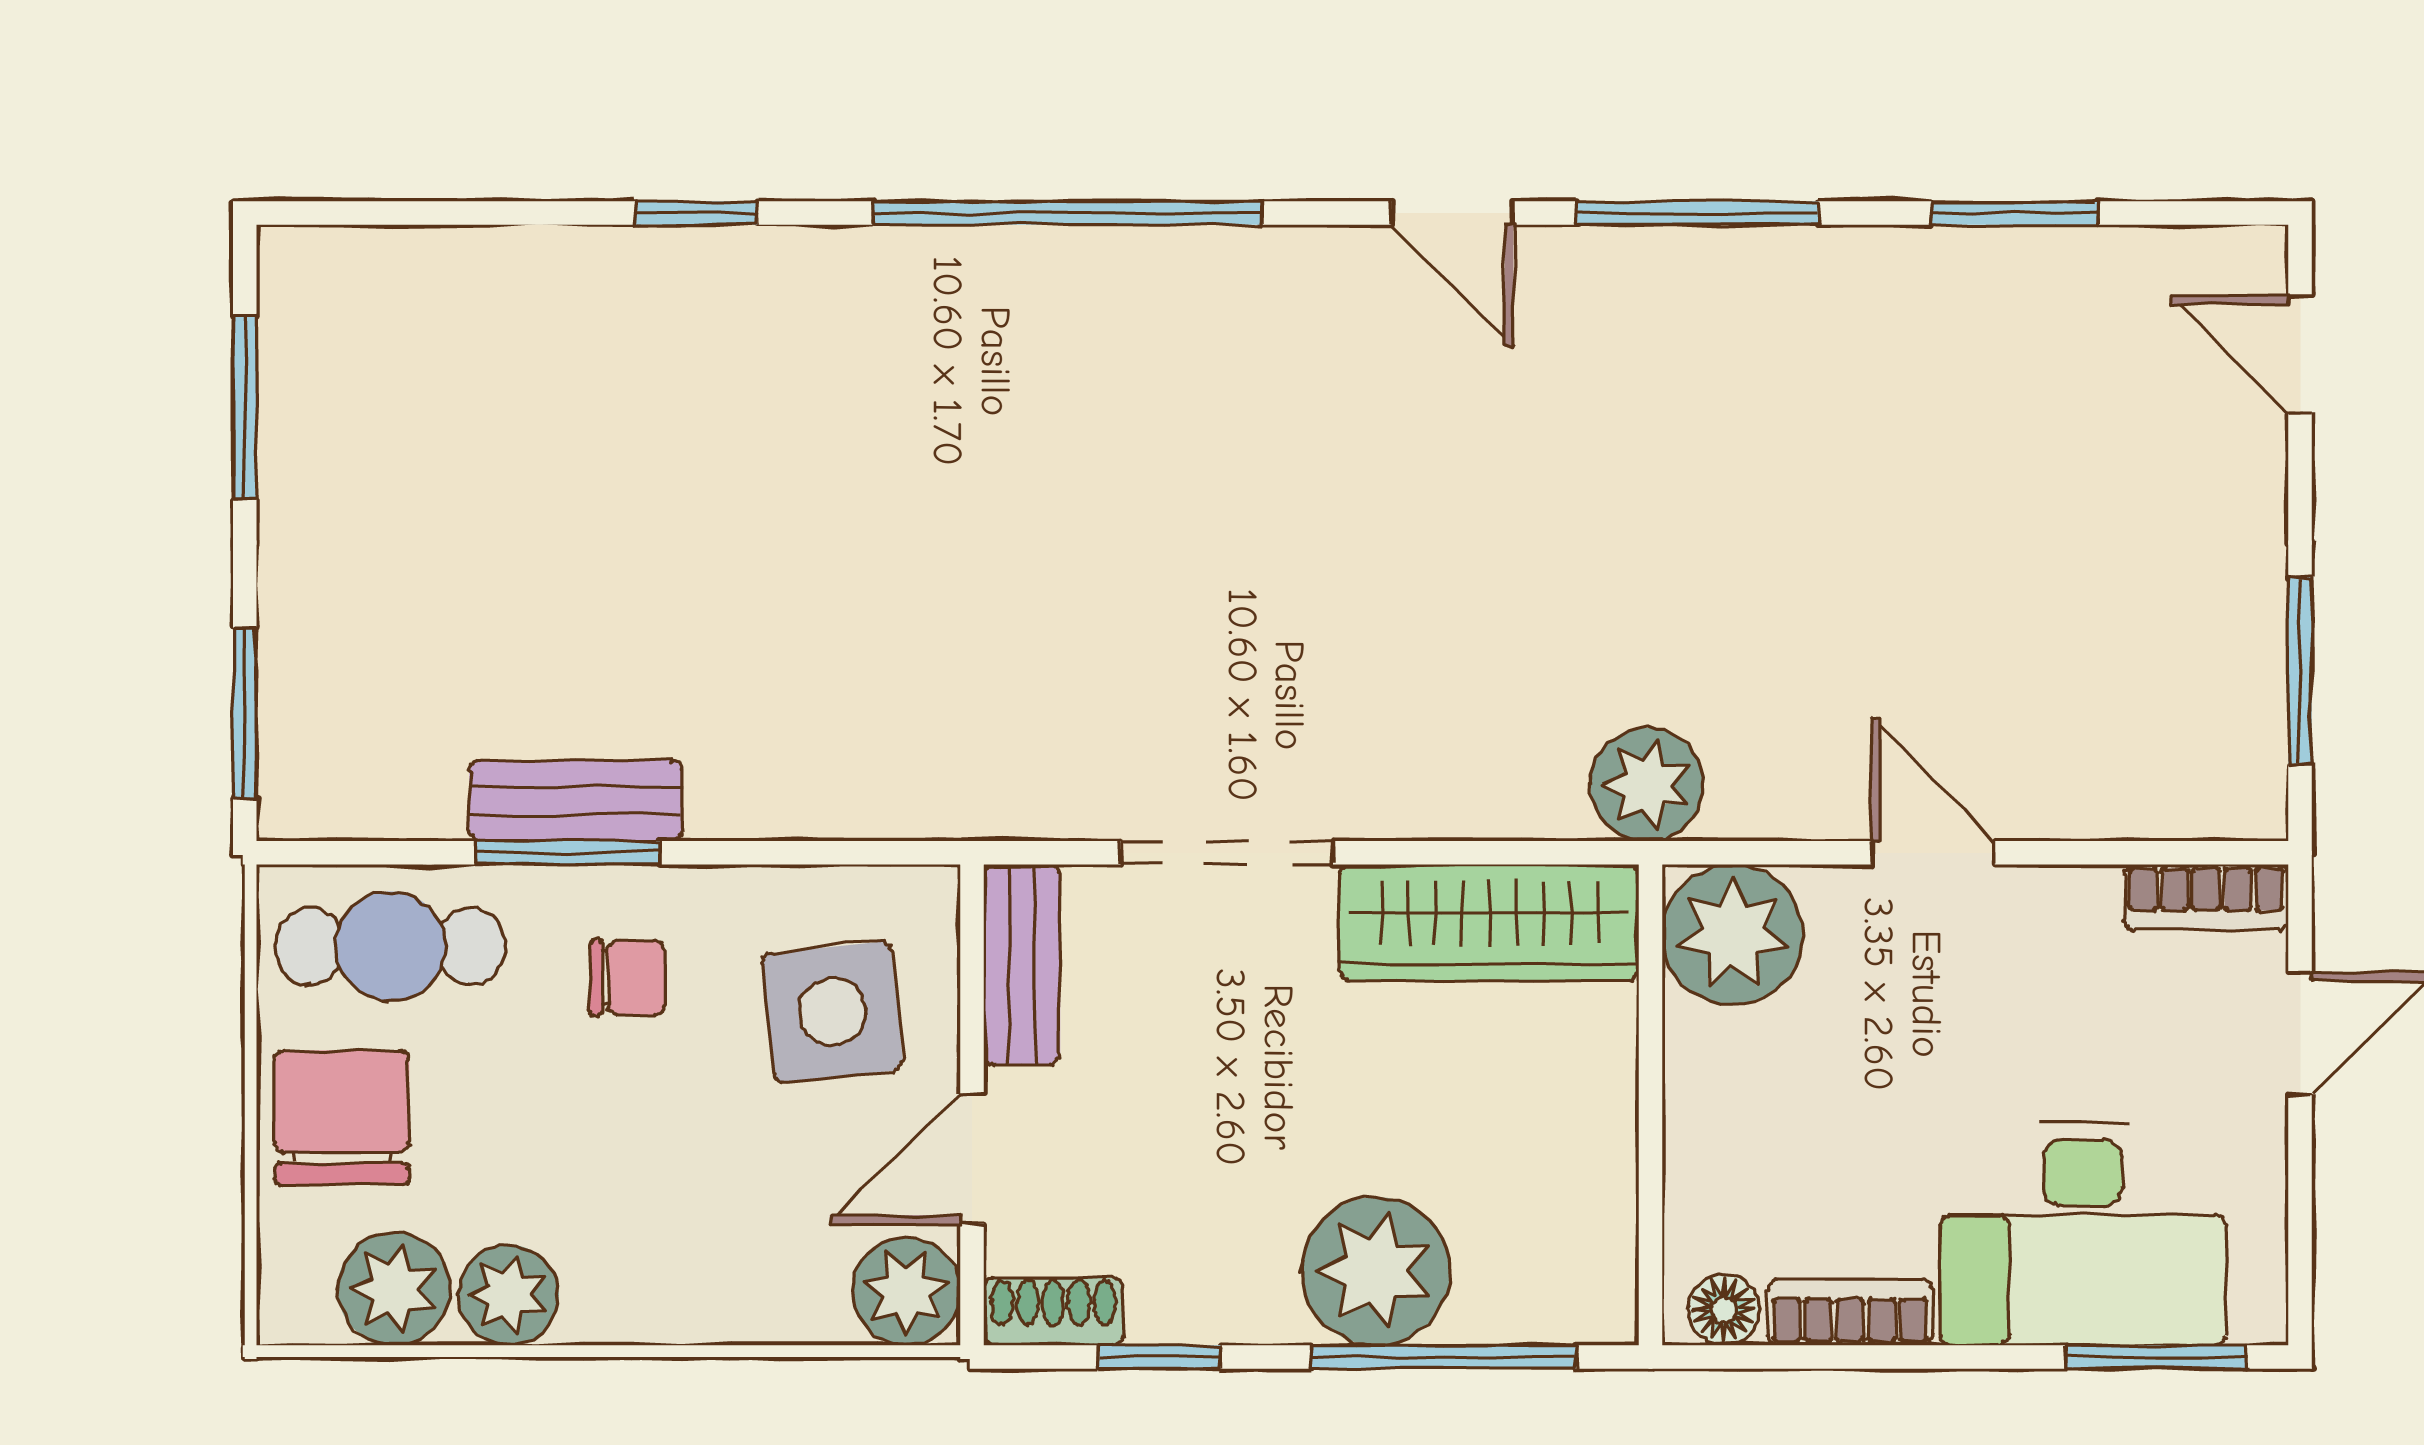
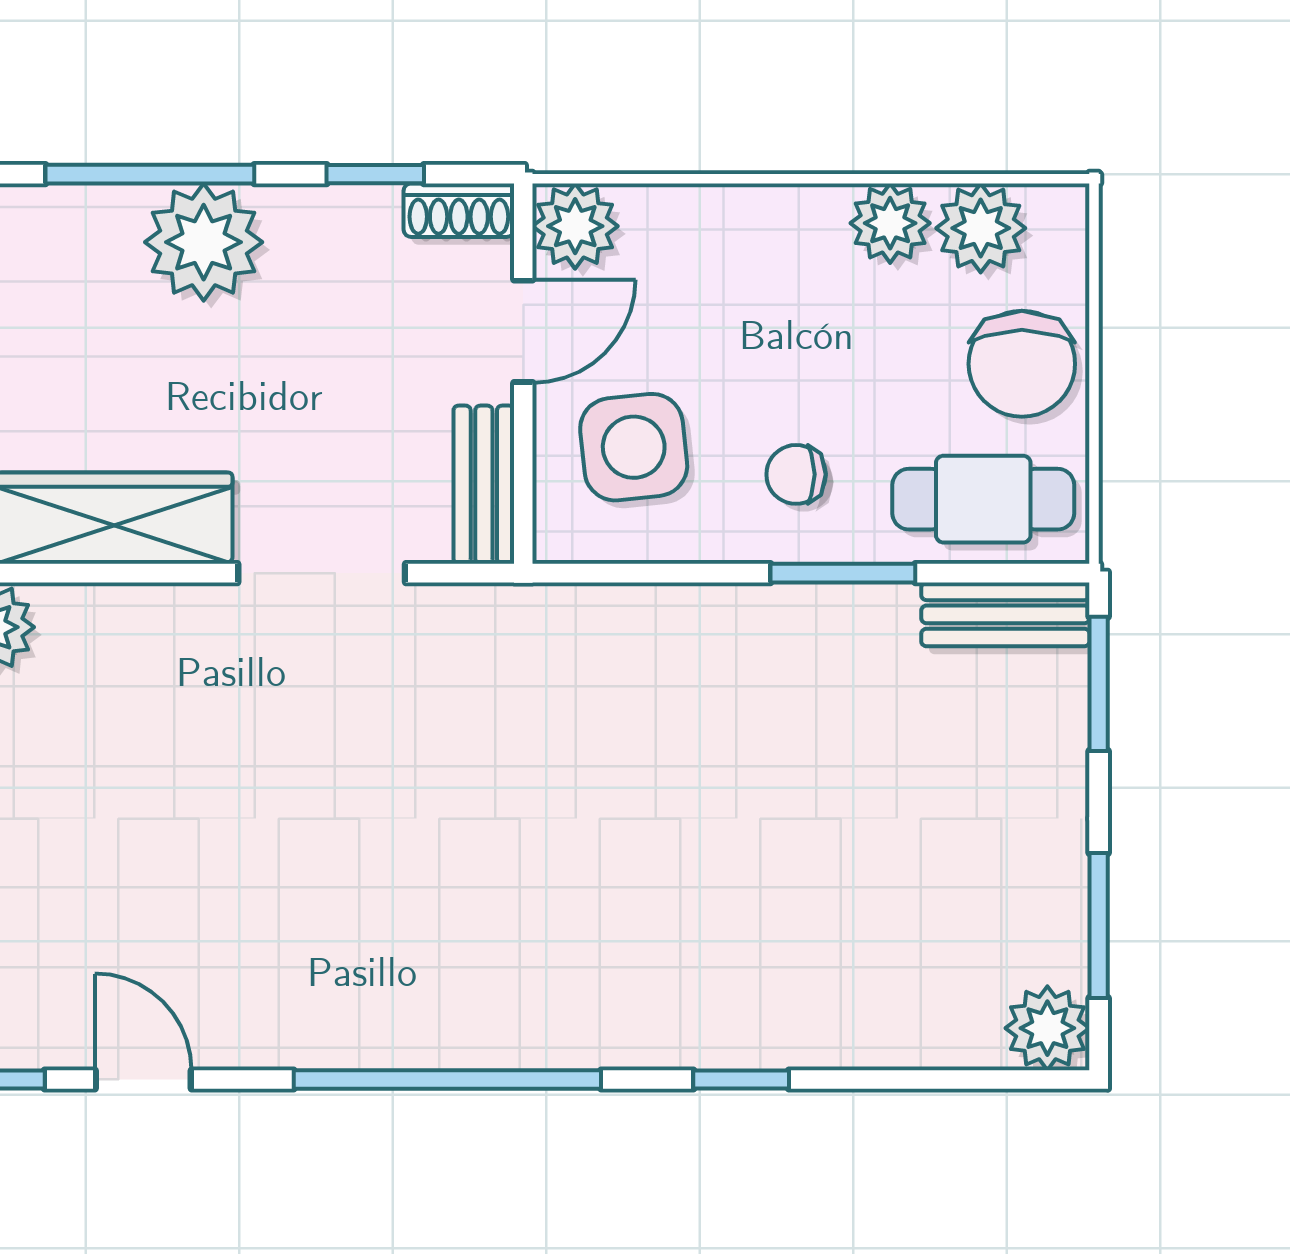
plant: (310, 278) -> (1047, 1028), added
bench: (576, 801) -> (1005, 614), moved

